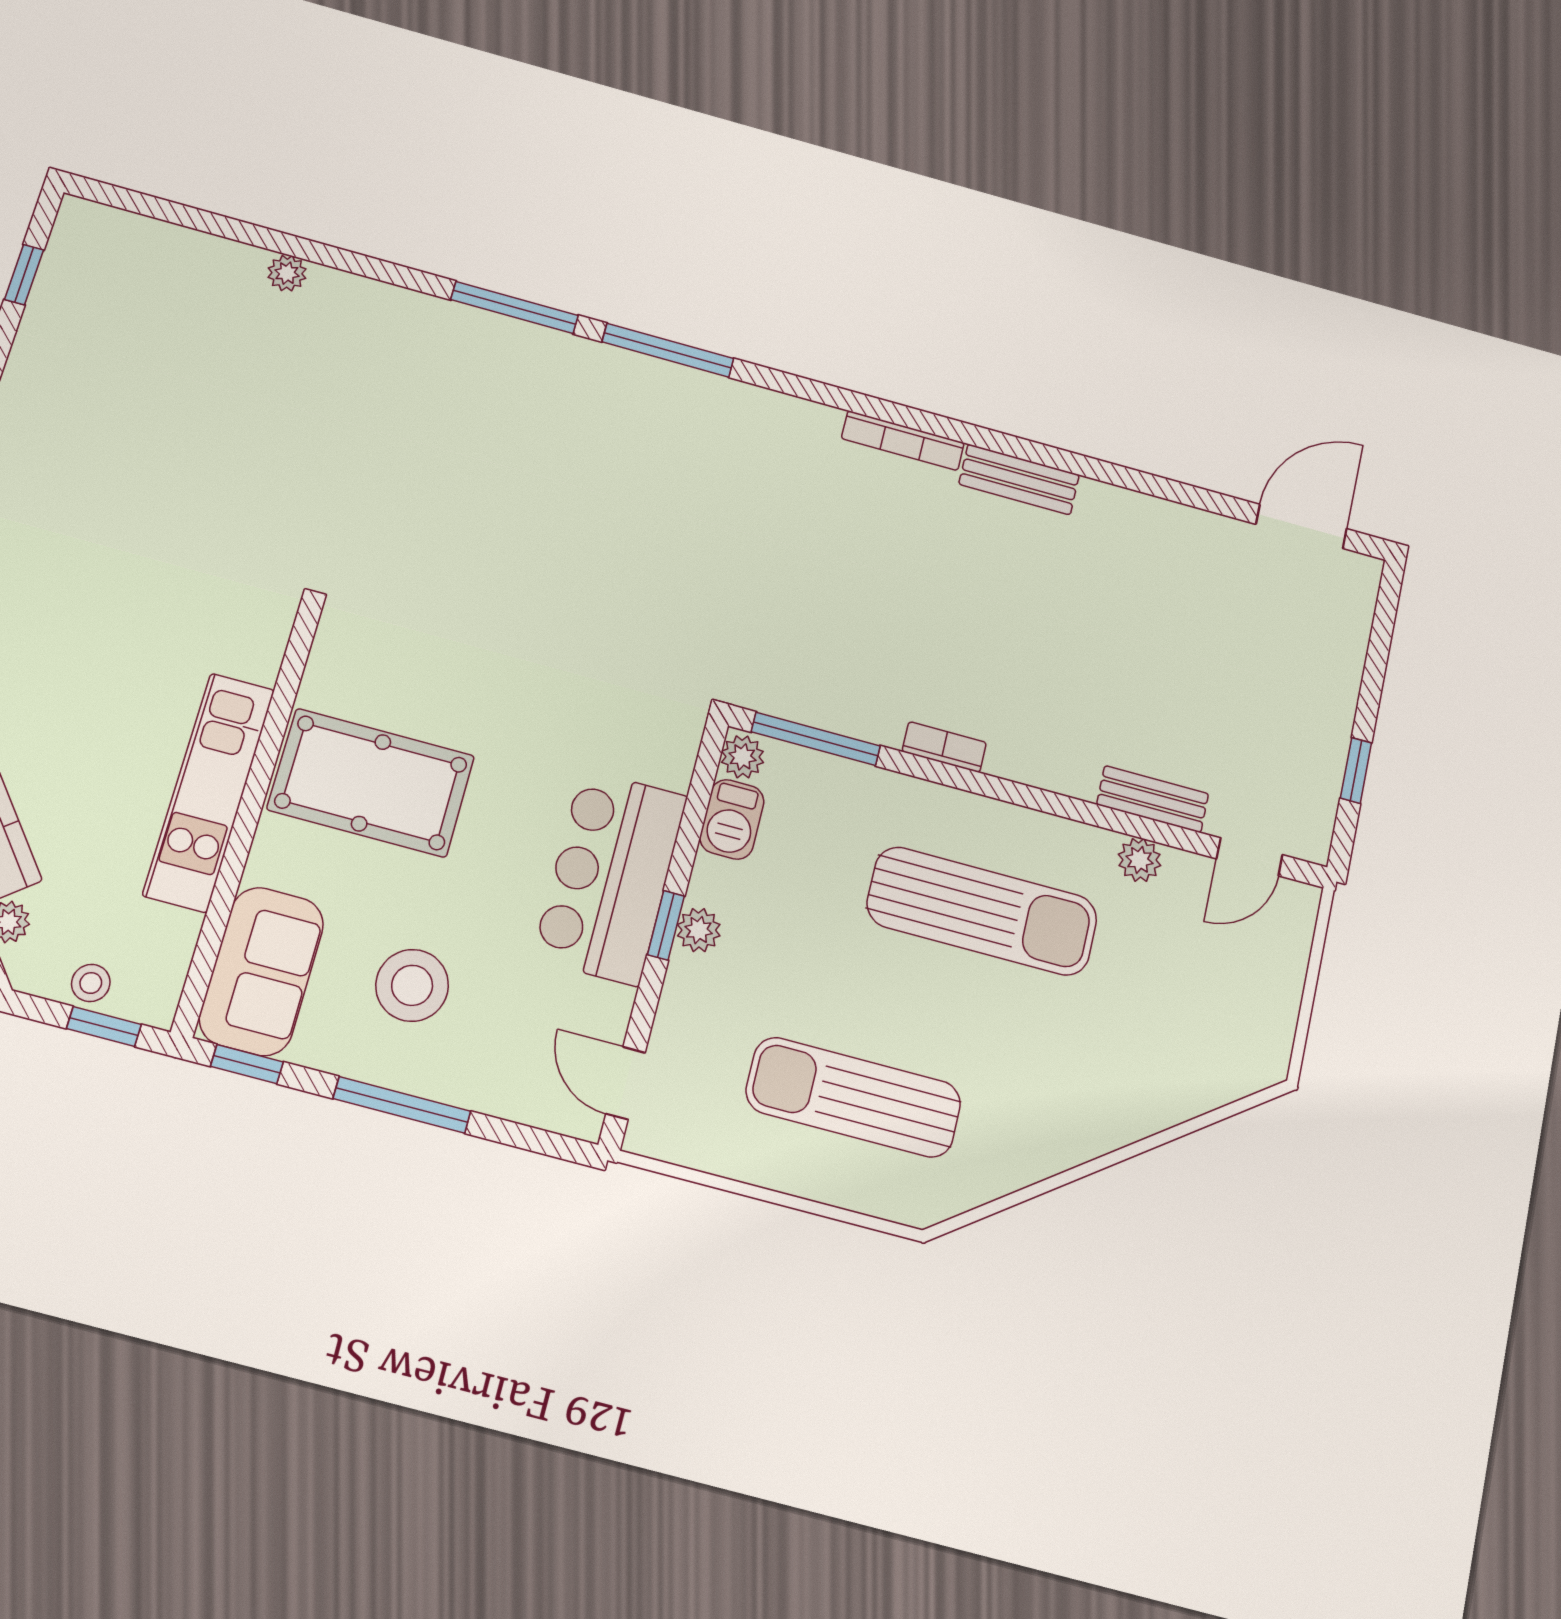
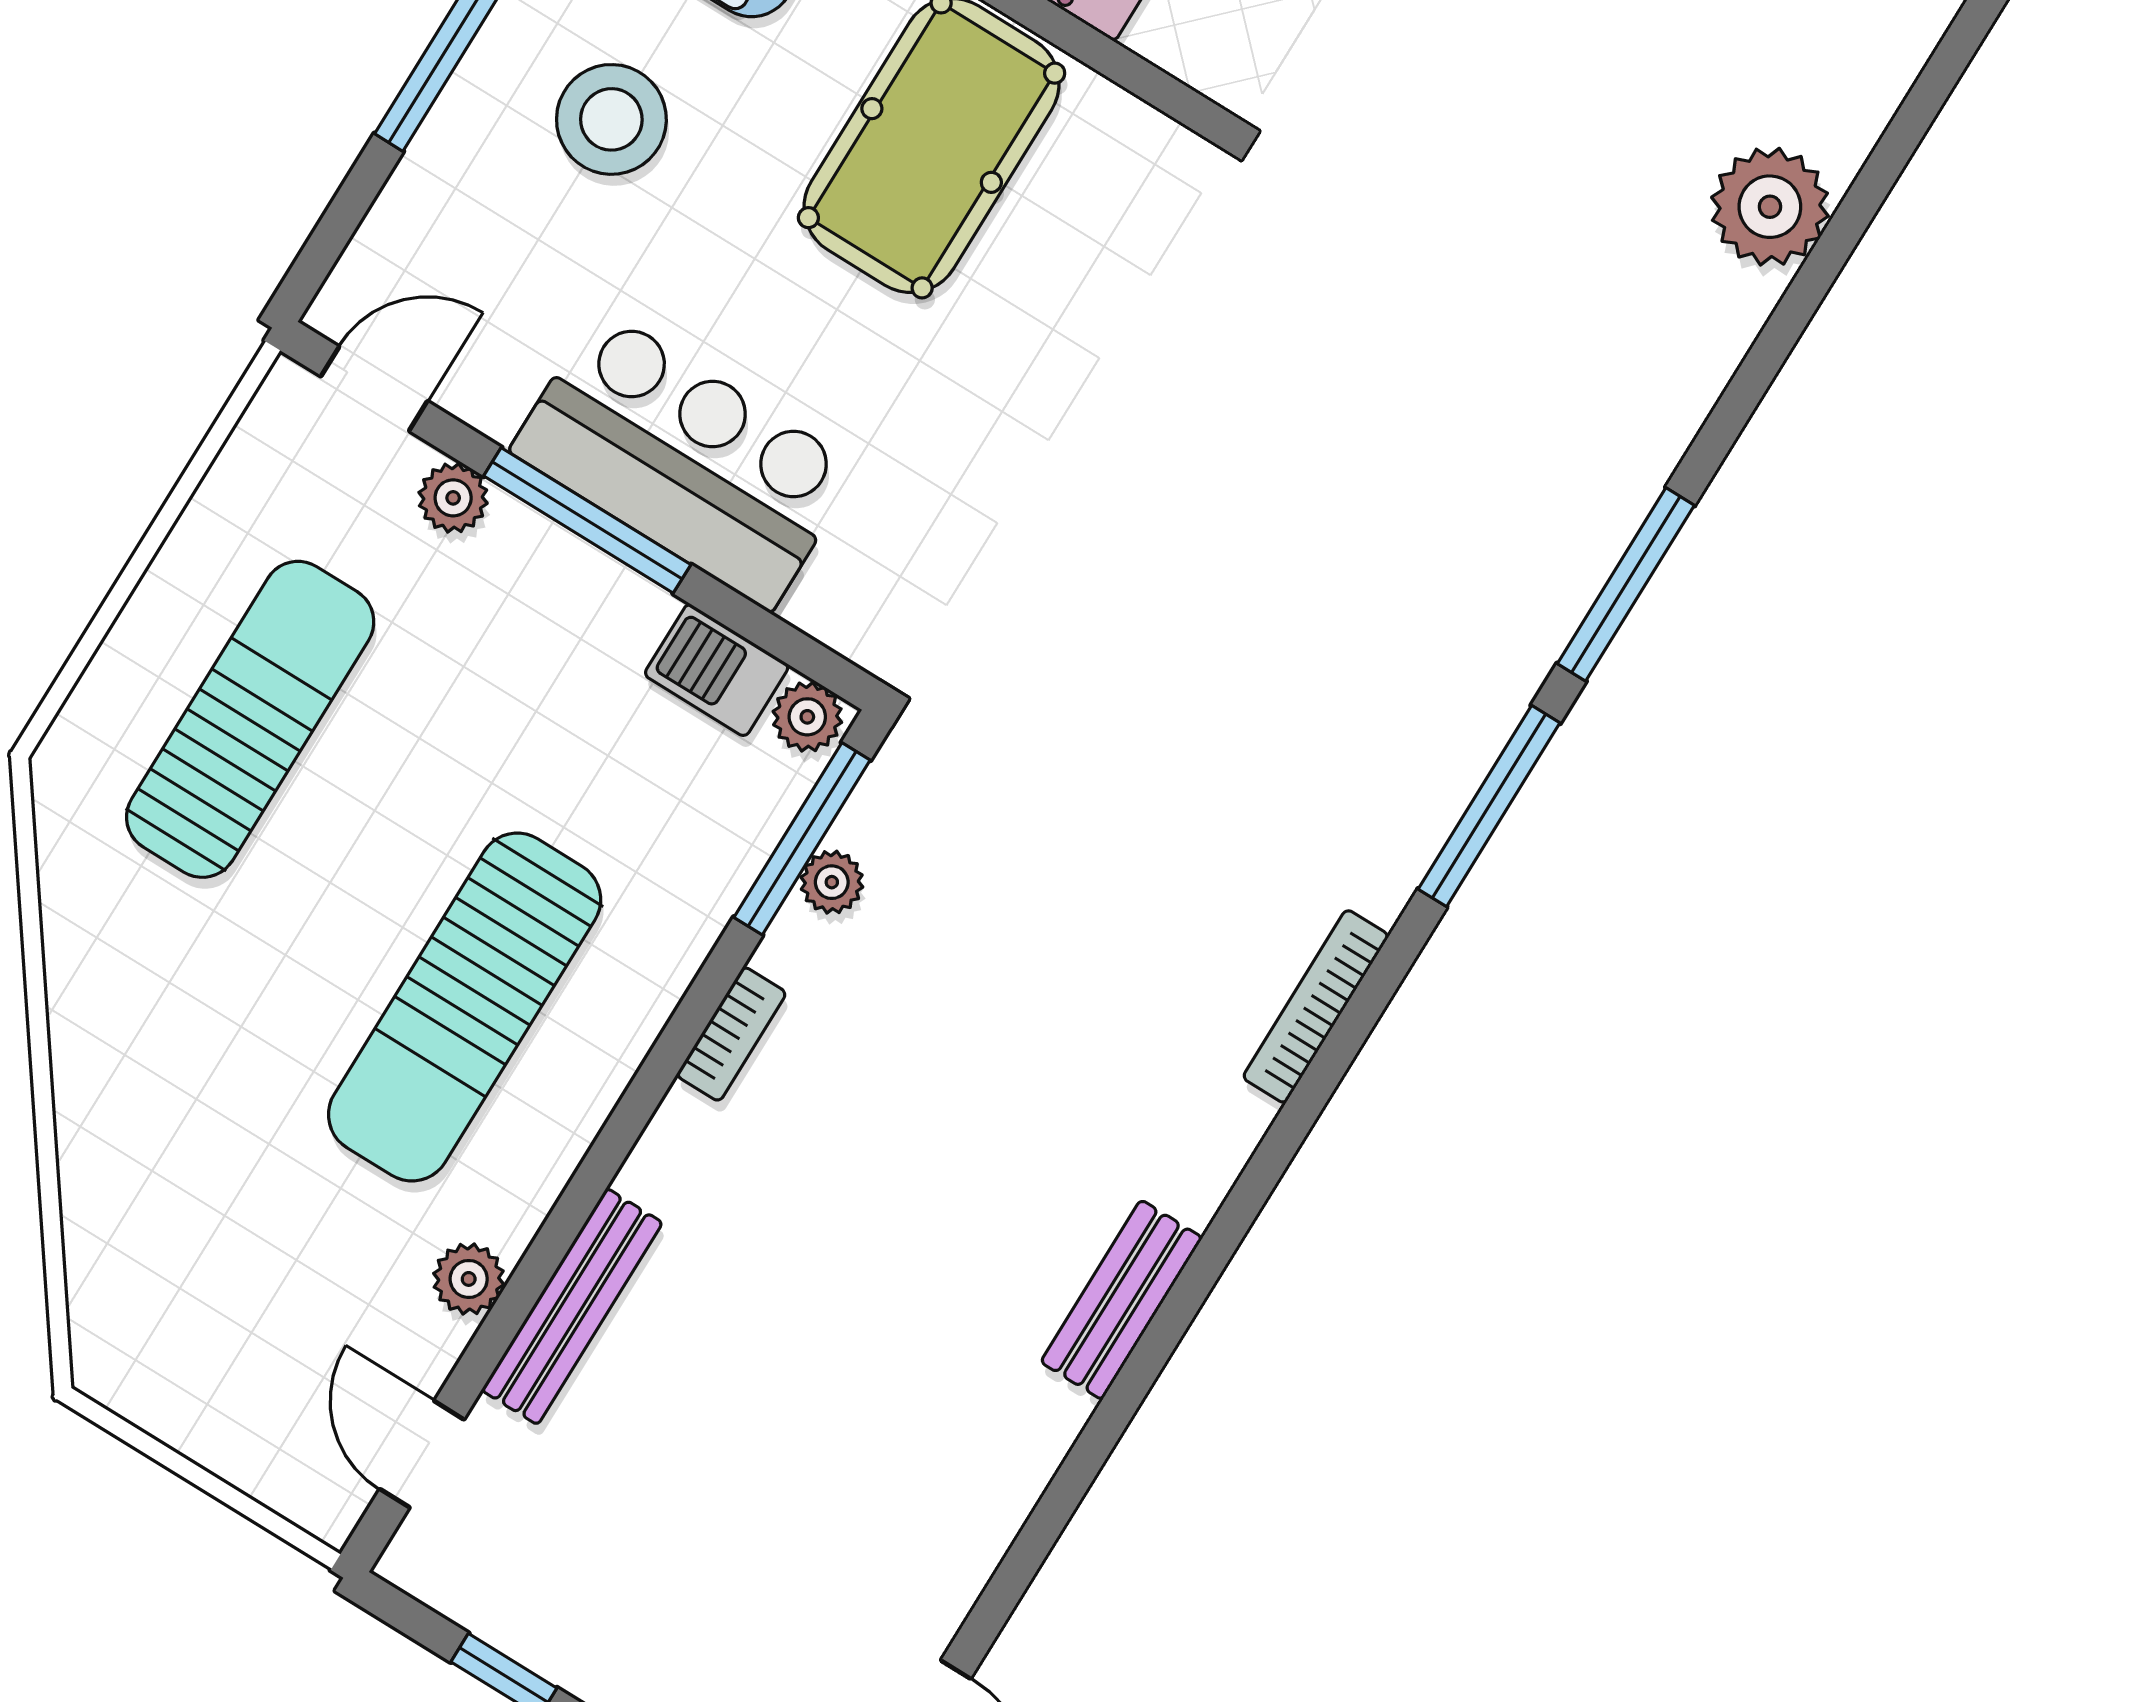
plant: (287, 273) -> (1770, 207), width x1.88, depth x1.88
bookcase: (903, 441) -> (1316, 1006), moved
plant: (836, 714) -> (832, 882), added
bench: (1153, 799) -> (572, 1306), width x1.36
window: (666, 925) -> (587, 520), width x2.17
plant: (699, 930) -> (453, 498), moved

